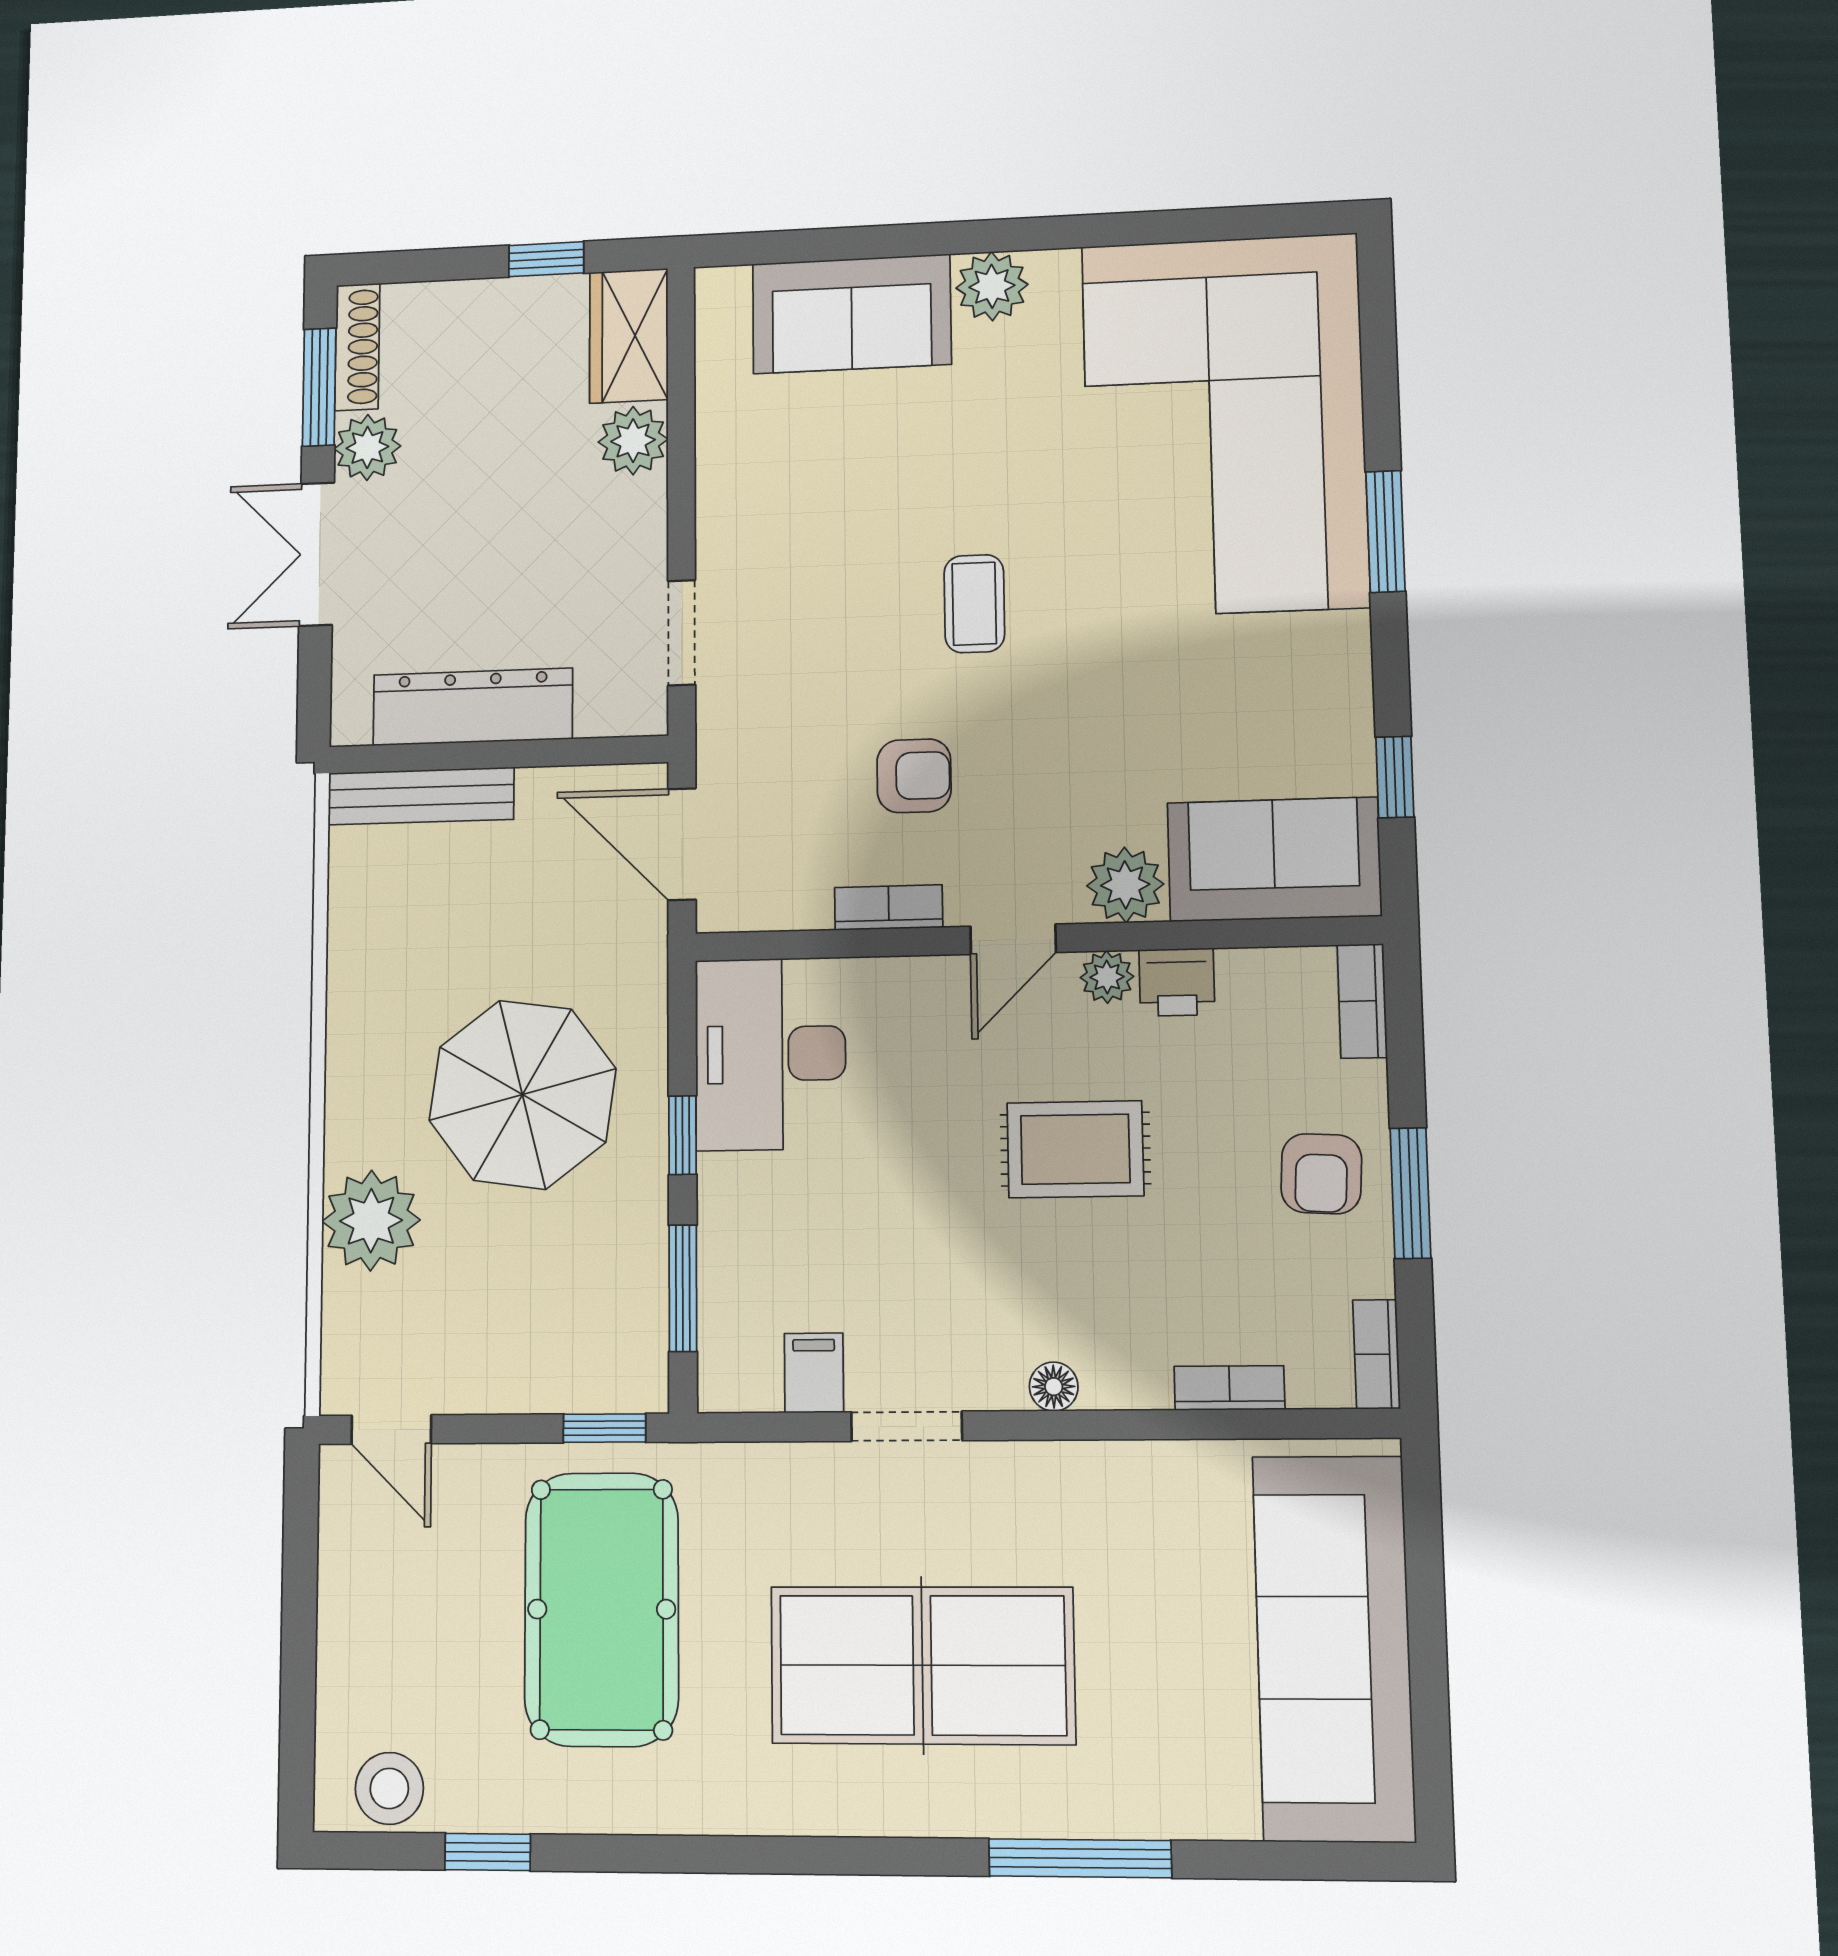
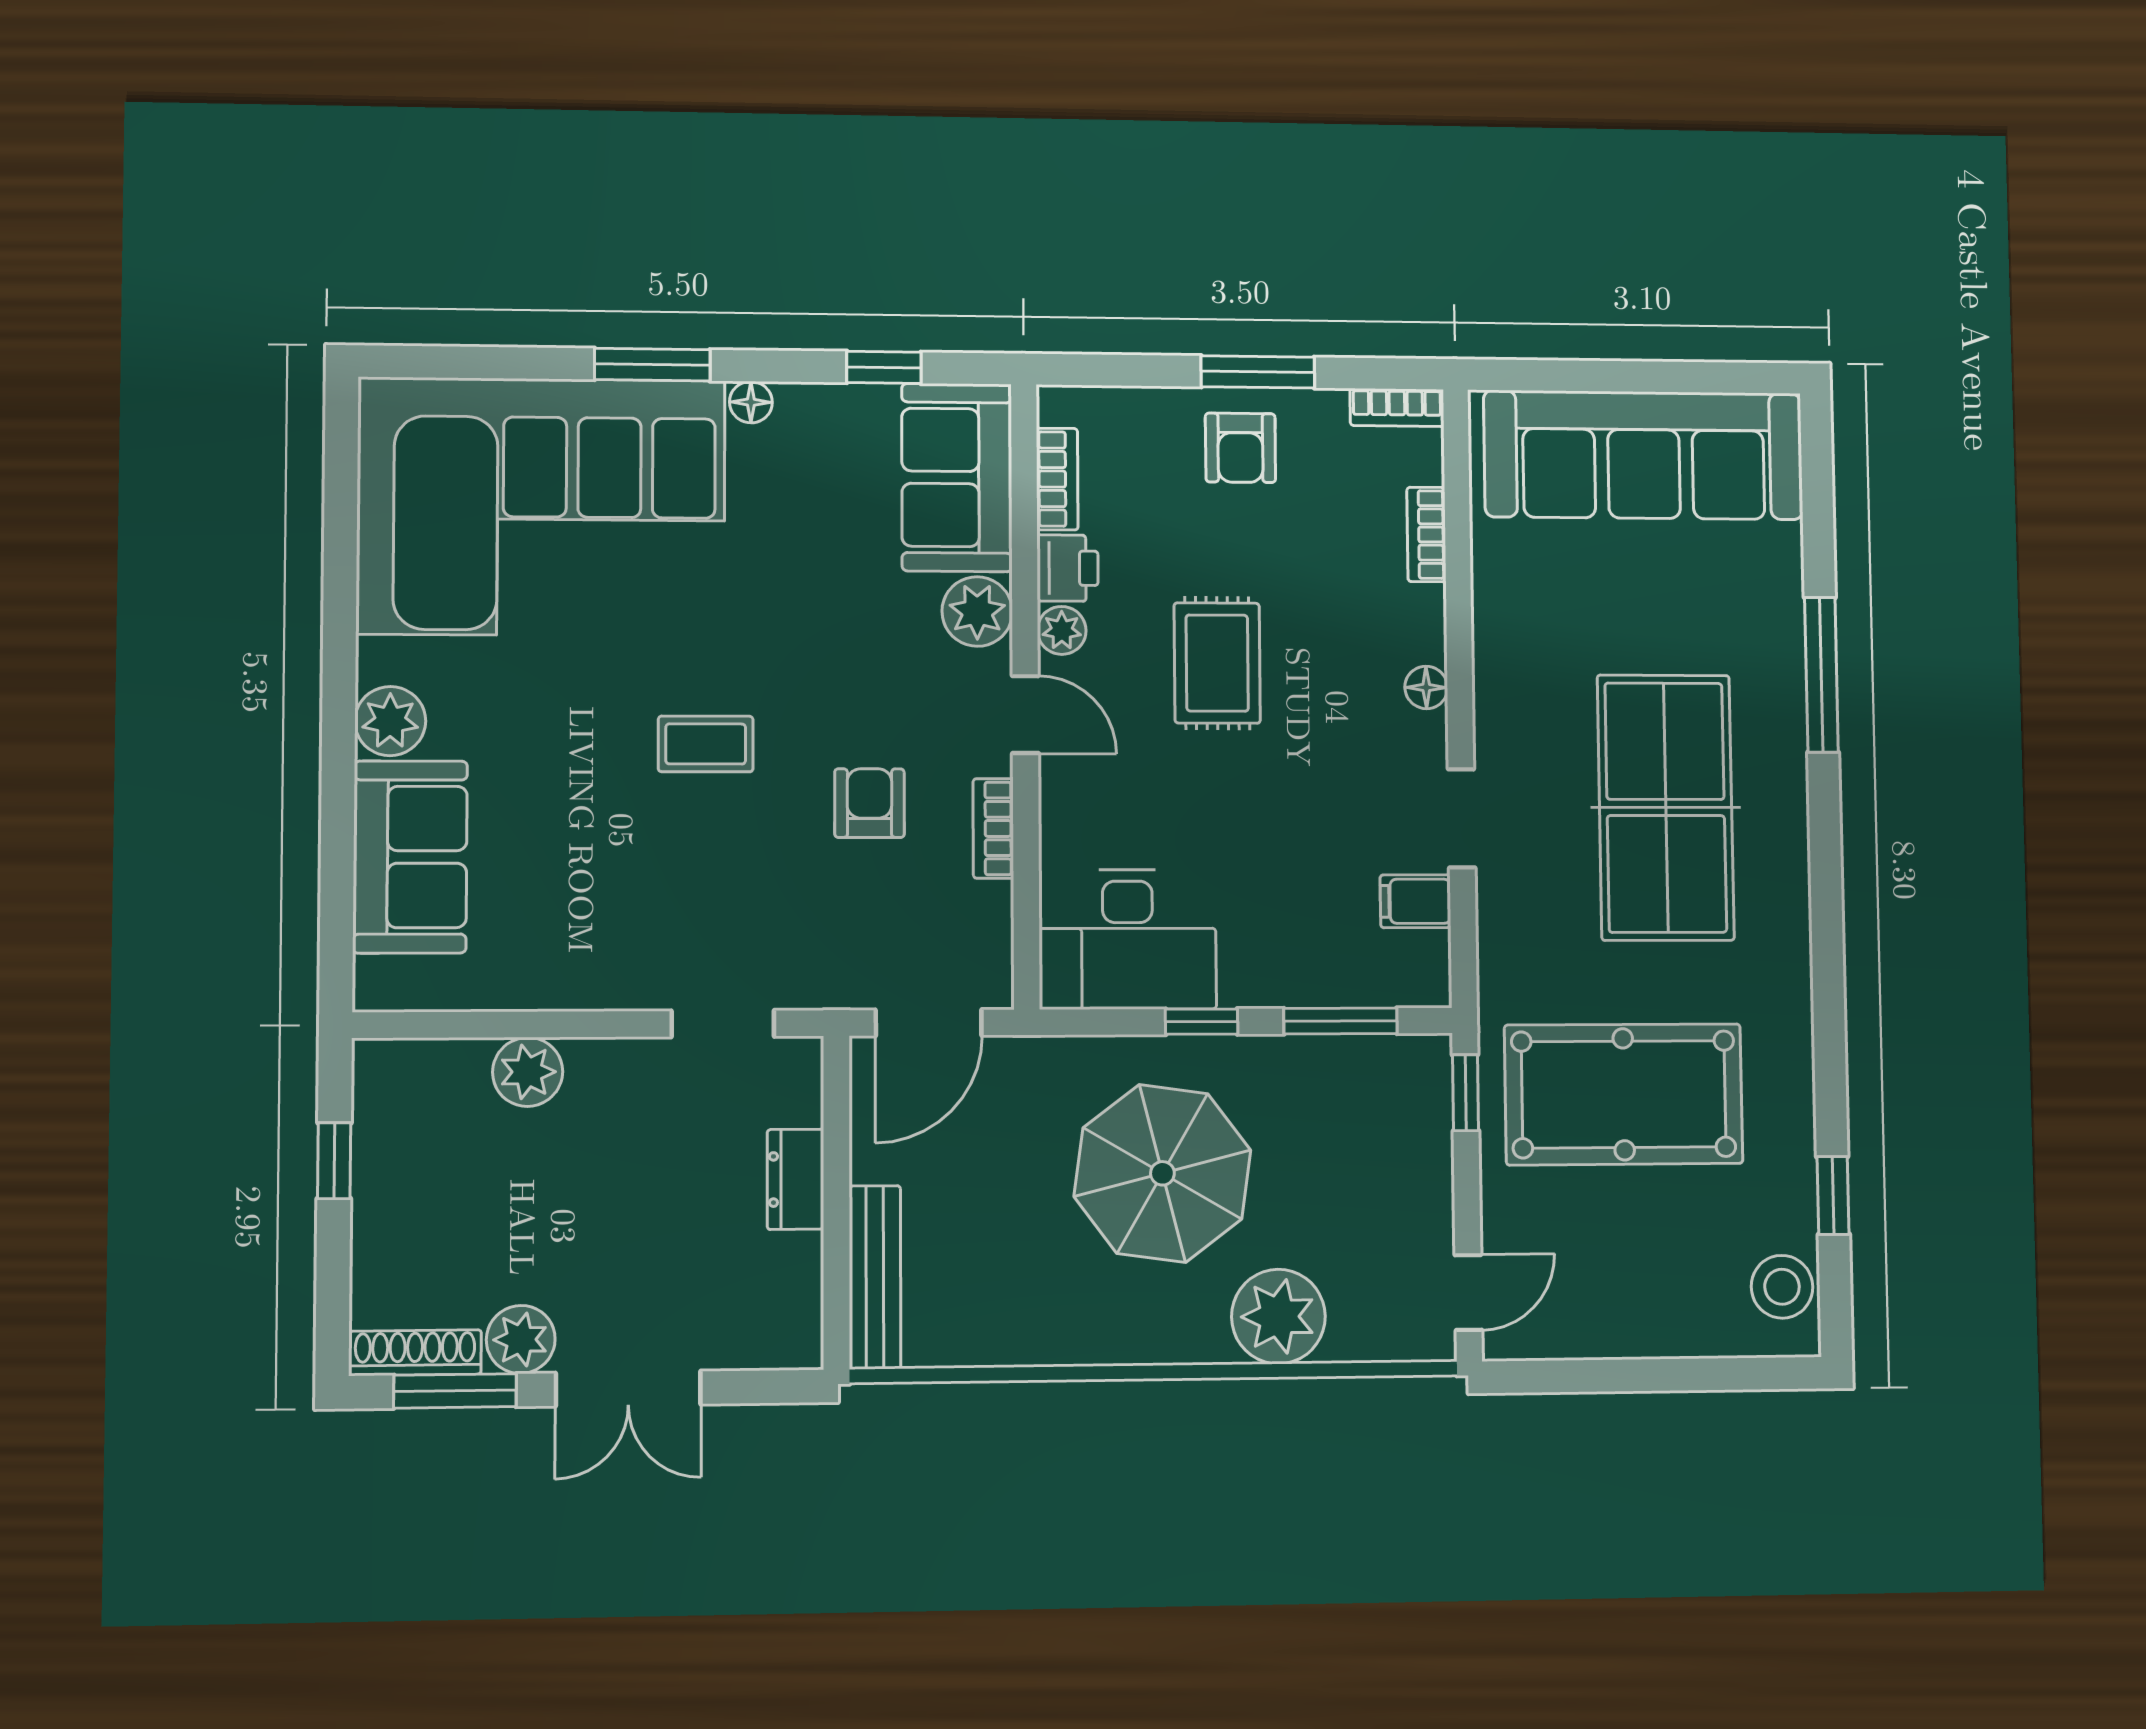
wardrobe: (629, 336) -> (420, 1077), removed
floor lamp: (1349, 636) -> (751, 402), added
dresser: (473, 707) -> (795, 1179), width x0.51, depth x0.80
bookcase: (1362, 1001) -> (1057, 479), moved, turned -90
armchair: (1321, 1174) -> (1240, 448), turned 87

